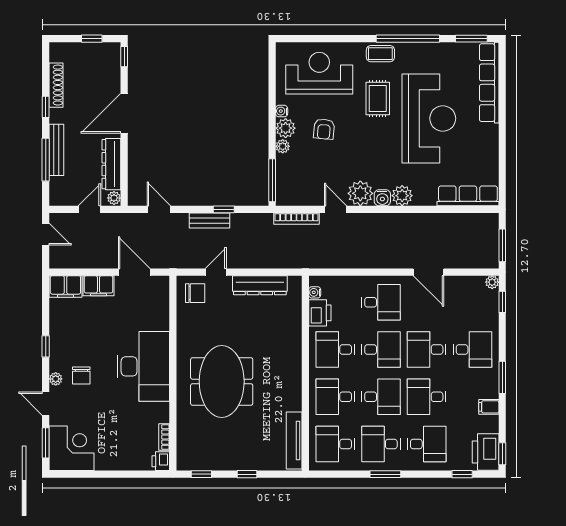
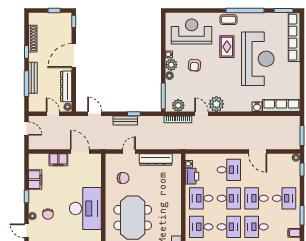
plant: (402, 196) -> (178, 105), moved
water cooler: (382, 198) -> (257, 107), moved
door: (89, 209) -> (53, 114), hinge flipped
filing cabinet: (65, 286) -> (35, 180), moved, turned -90
chair: (195, 293) -> (123, 178), moved

